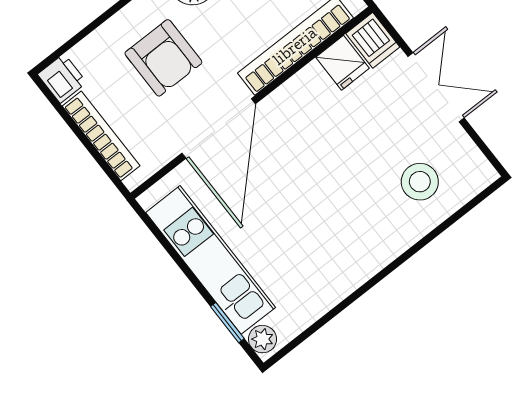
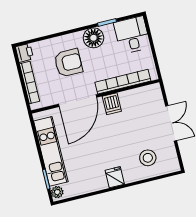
dishwasher: (373, 40) -> (112, 104), moved
armchair: (163, 58) -> (68, 63), turned -90
fridge: (342, 63) -> (115, 177), moved, turned 180

